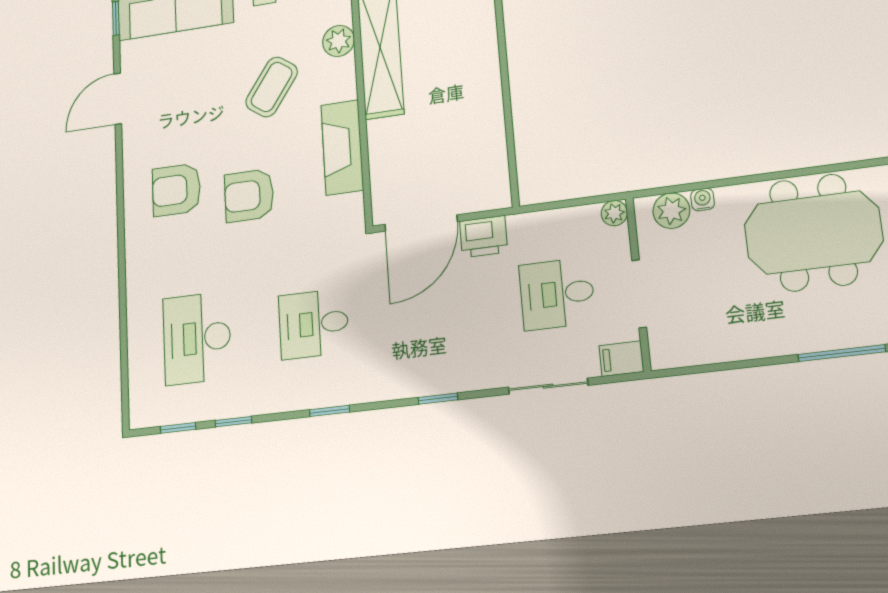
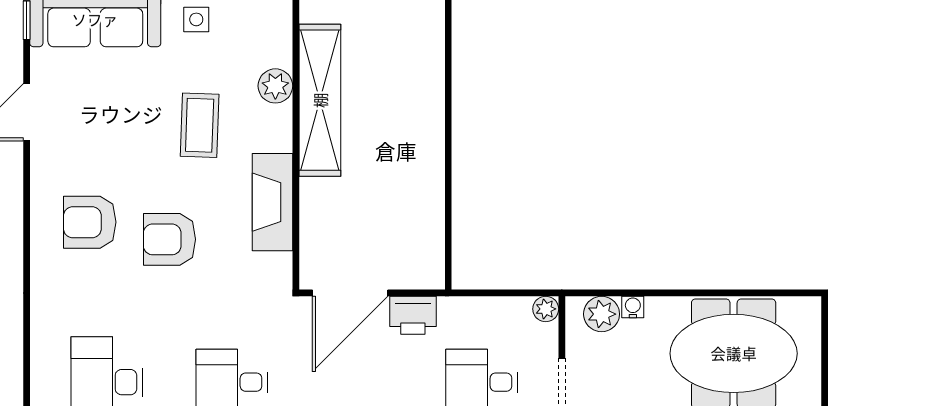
coffee table: (272, 87) -> (200, 125), turned -33

